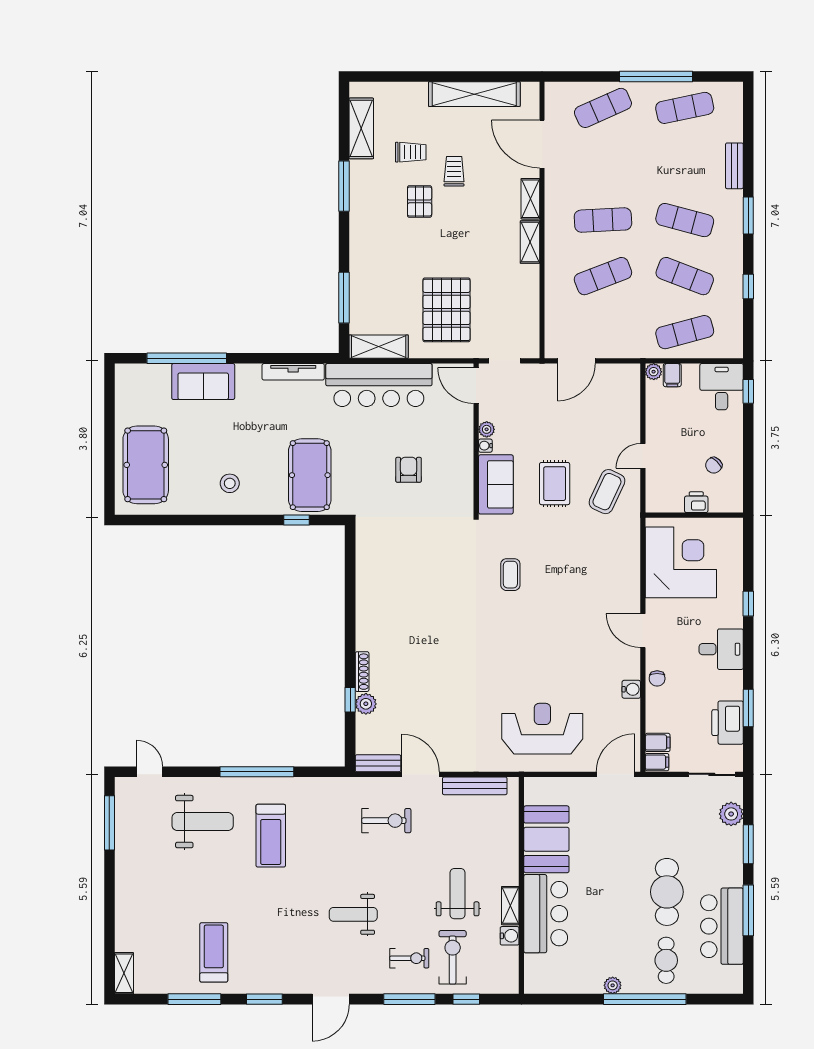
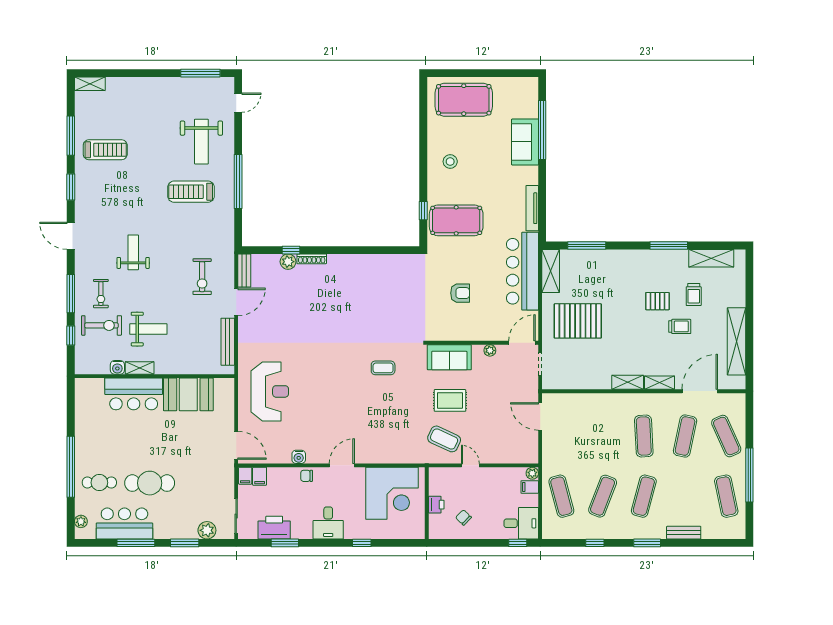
exercise mat: (603, 276) -> (685, 436), moved, turned 33
water cooler: (485, 446) -> (478, 350), removed
plant: (613, 985) -> (81, 521), moved

